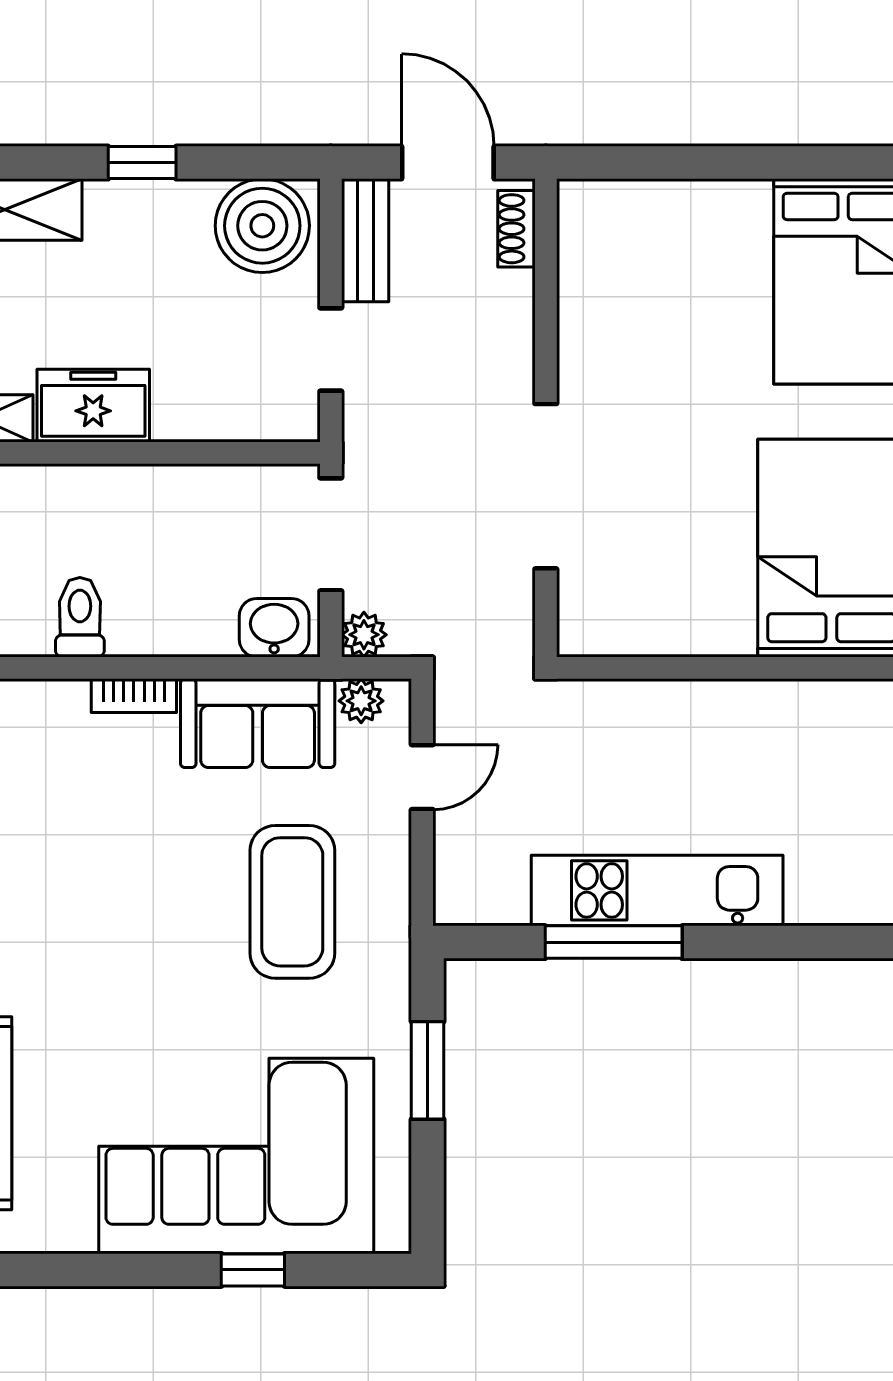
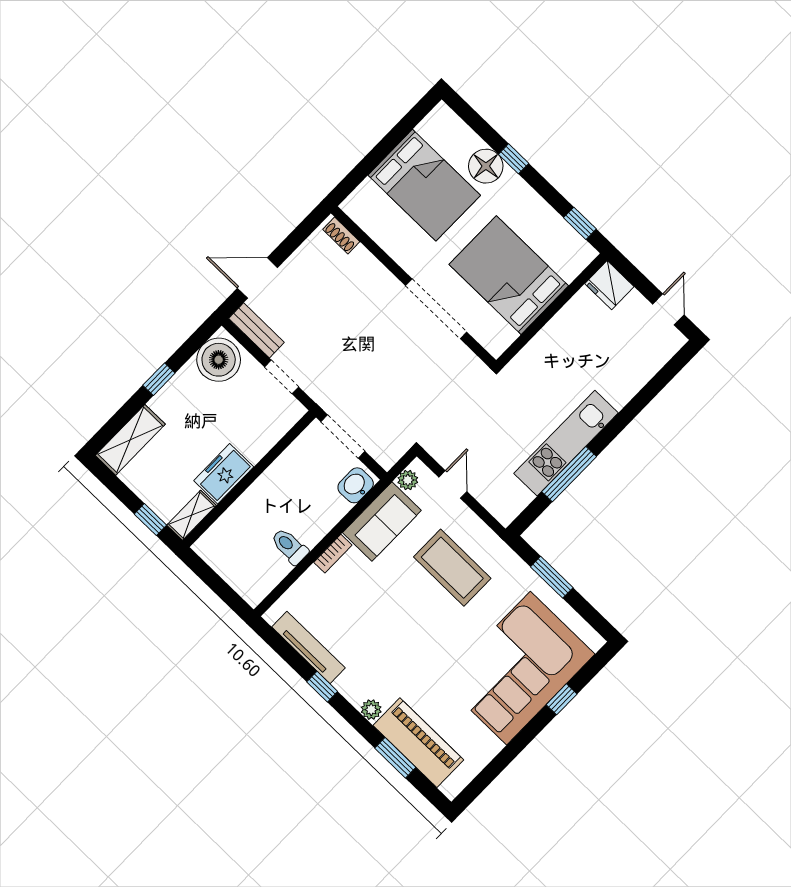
shoe rack: (516, 229) -> (341, 236), moved
wall: (546, 418) -> (413, 287), moved
doorway: (546, 486) -> (436, 309), moved
plant: (364, 635) -> (387, 458), removed

